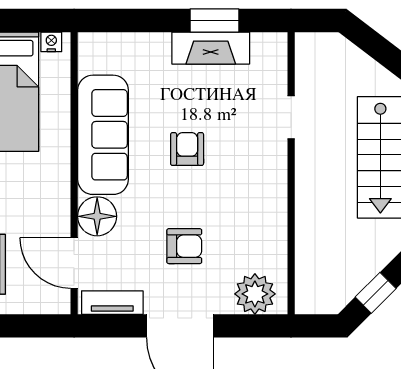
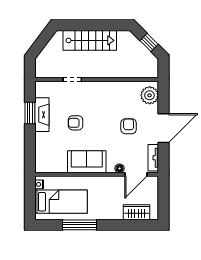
sofa: (103, 135) -> (87, 162), width x0.73
armchair: (187, 149) -> (76, 123), moved
floor lamp: (97, 216) -> (120, 168), width x0.53, depth x0.53

